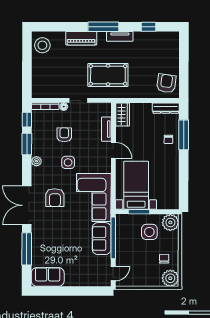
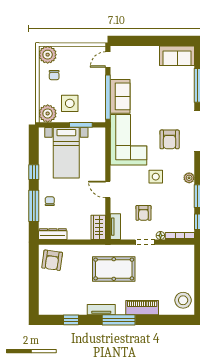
tv unit: (106, 129) -> (115, 227), moved
armchair: (64, 135) -> (143, 213), moved
window: (184, 167) -> (34, 172), added
bed with nightstands: (136, 185) -> (66, 153), moved
armchair: (55, 198) -> (170, 139), turned 180

